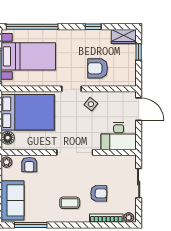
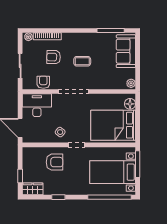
armchair: (29, 165) -> (43, 82), moved
coffee table: (70, 203) -> (82, 61), moved

